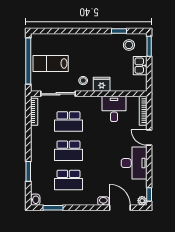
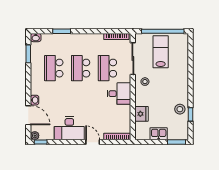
stool: (129, 45) -> (180, 109), moved
fridge: (102, 84) -> (141, 114), moved
desk: (114, 109) -> (119, 94), moved
door: (149, 138) -> (93, 142), hinge flipped
door: (120, 208) -> (28, 115), hinge flipped

